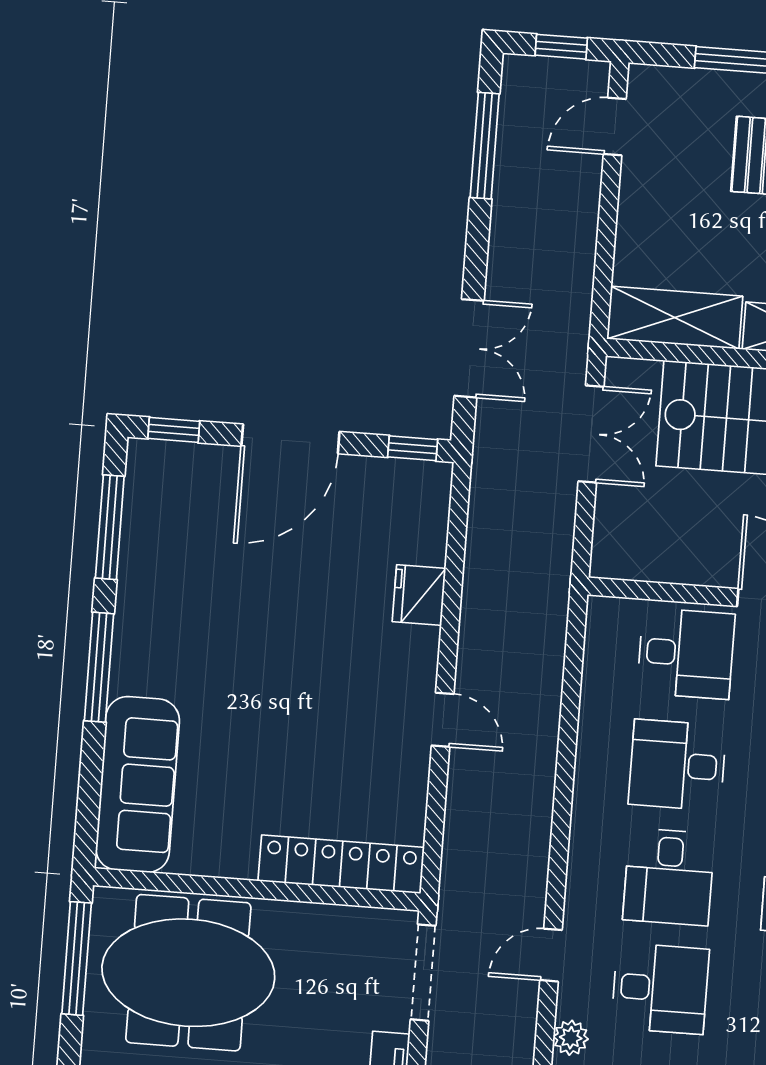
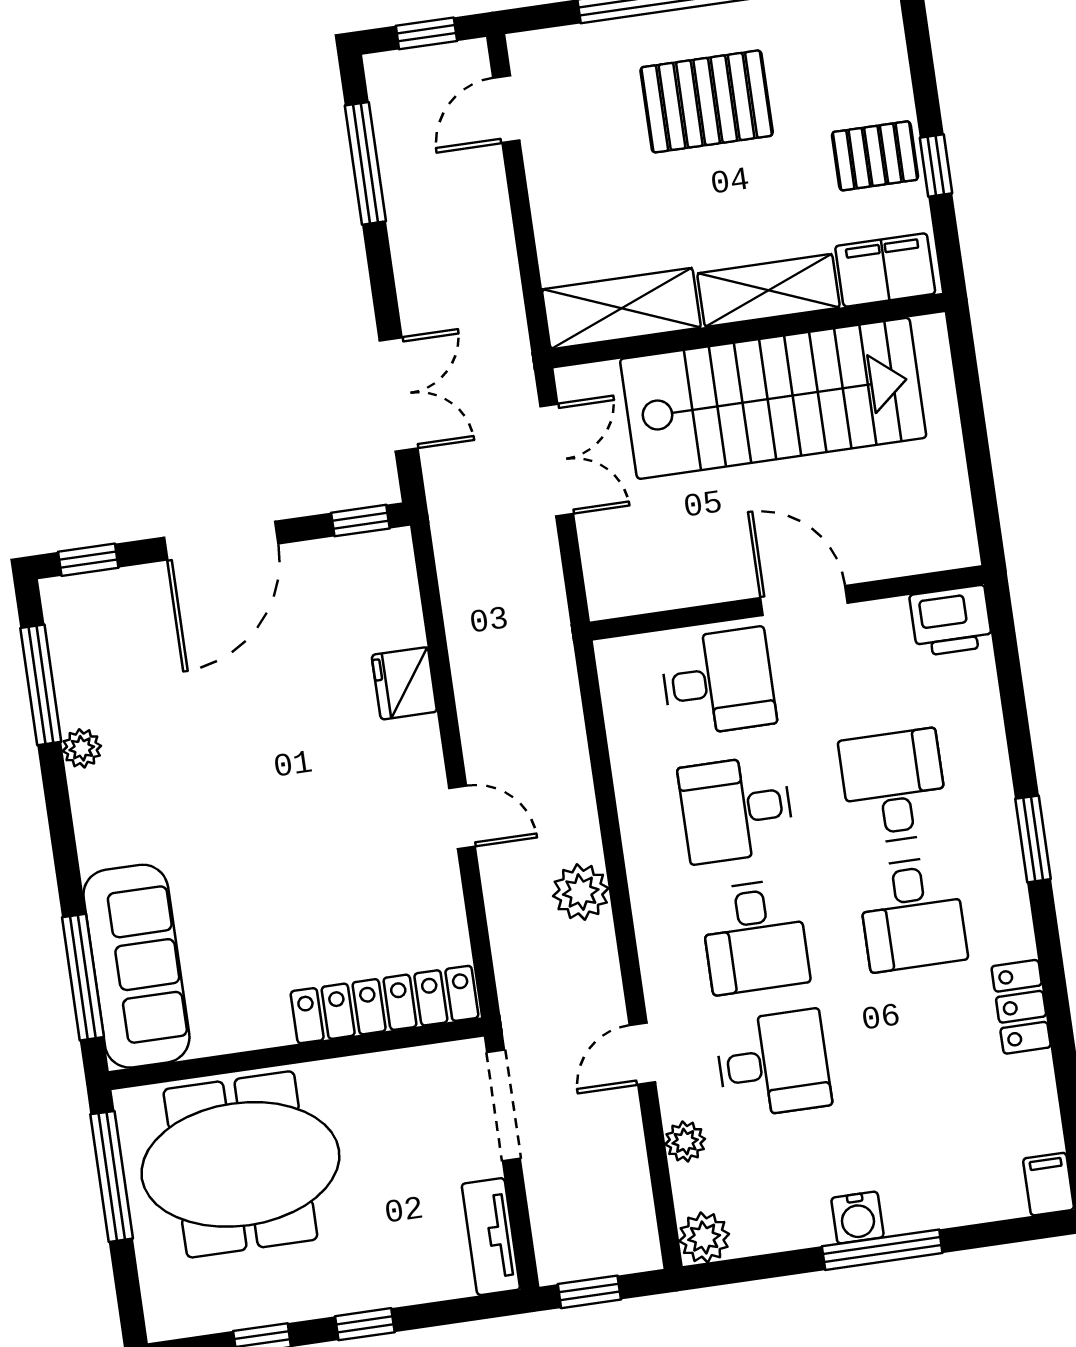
plant: (133, 589) -> (82, 748), added
window: (99, 667) -> (83, 977), moved
plant: (529, 806) -> (581, 892), added

